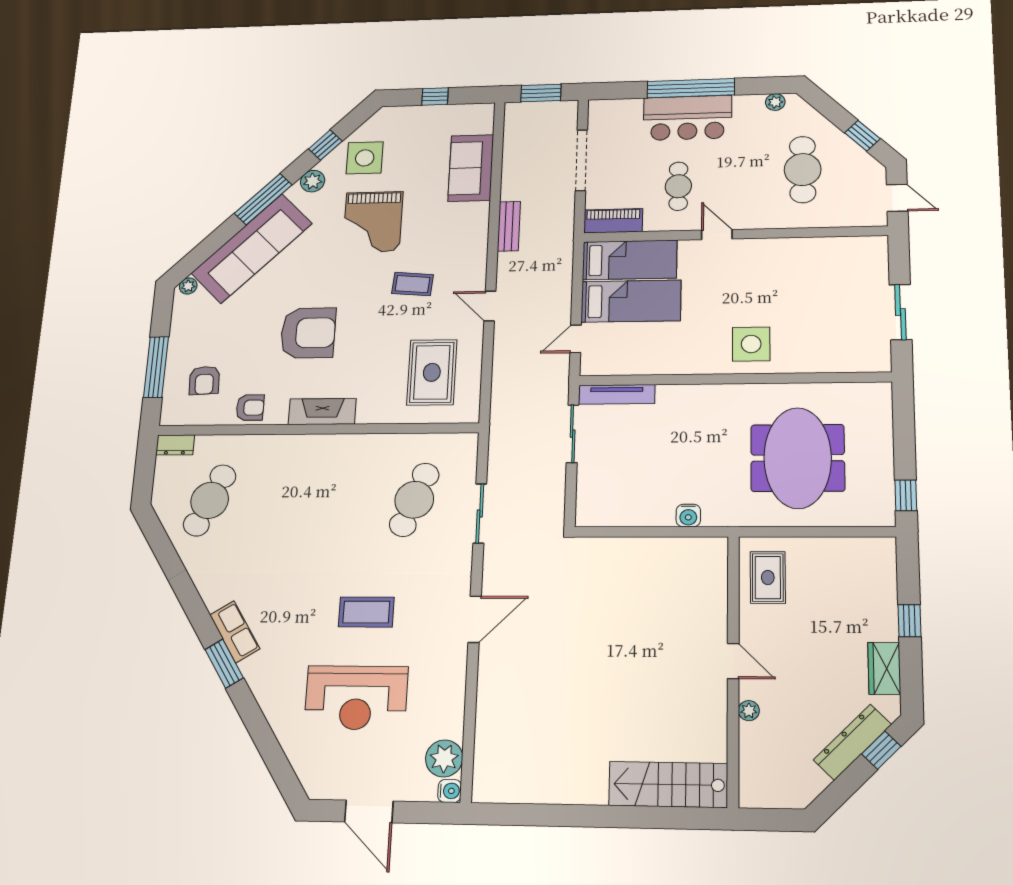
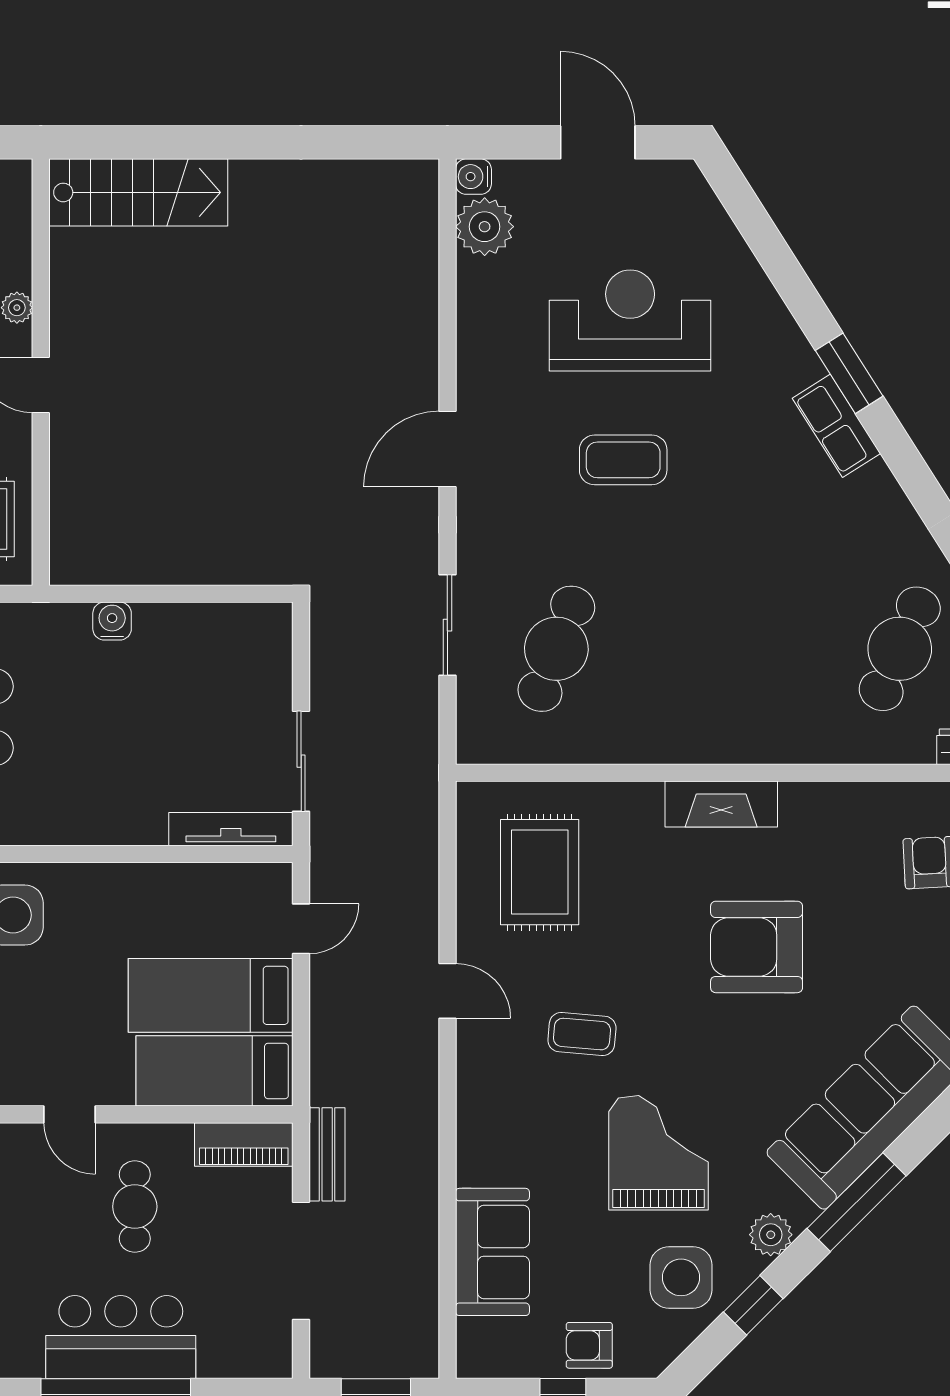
bench: (509, 226) -> (327, 1154), moved
armchair: (250, 408) -> (589, 1345), moved

